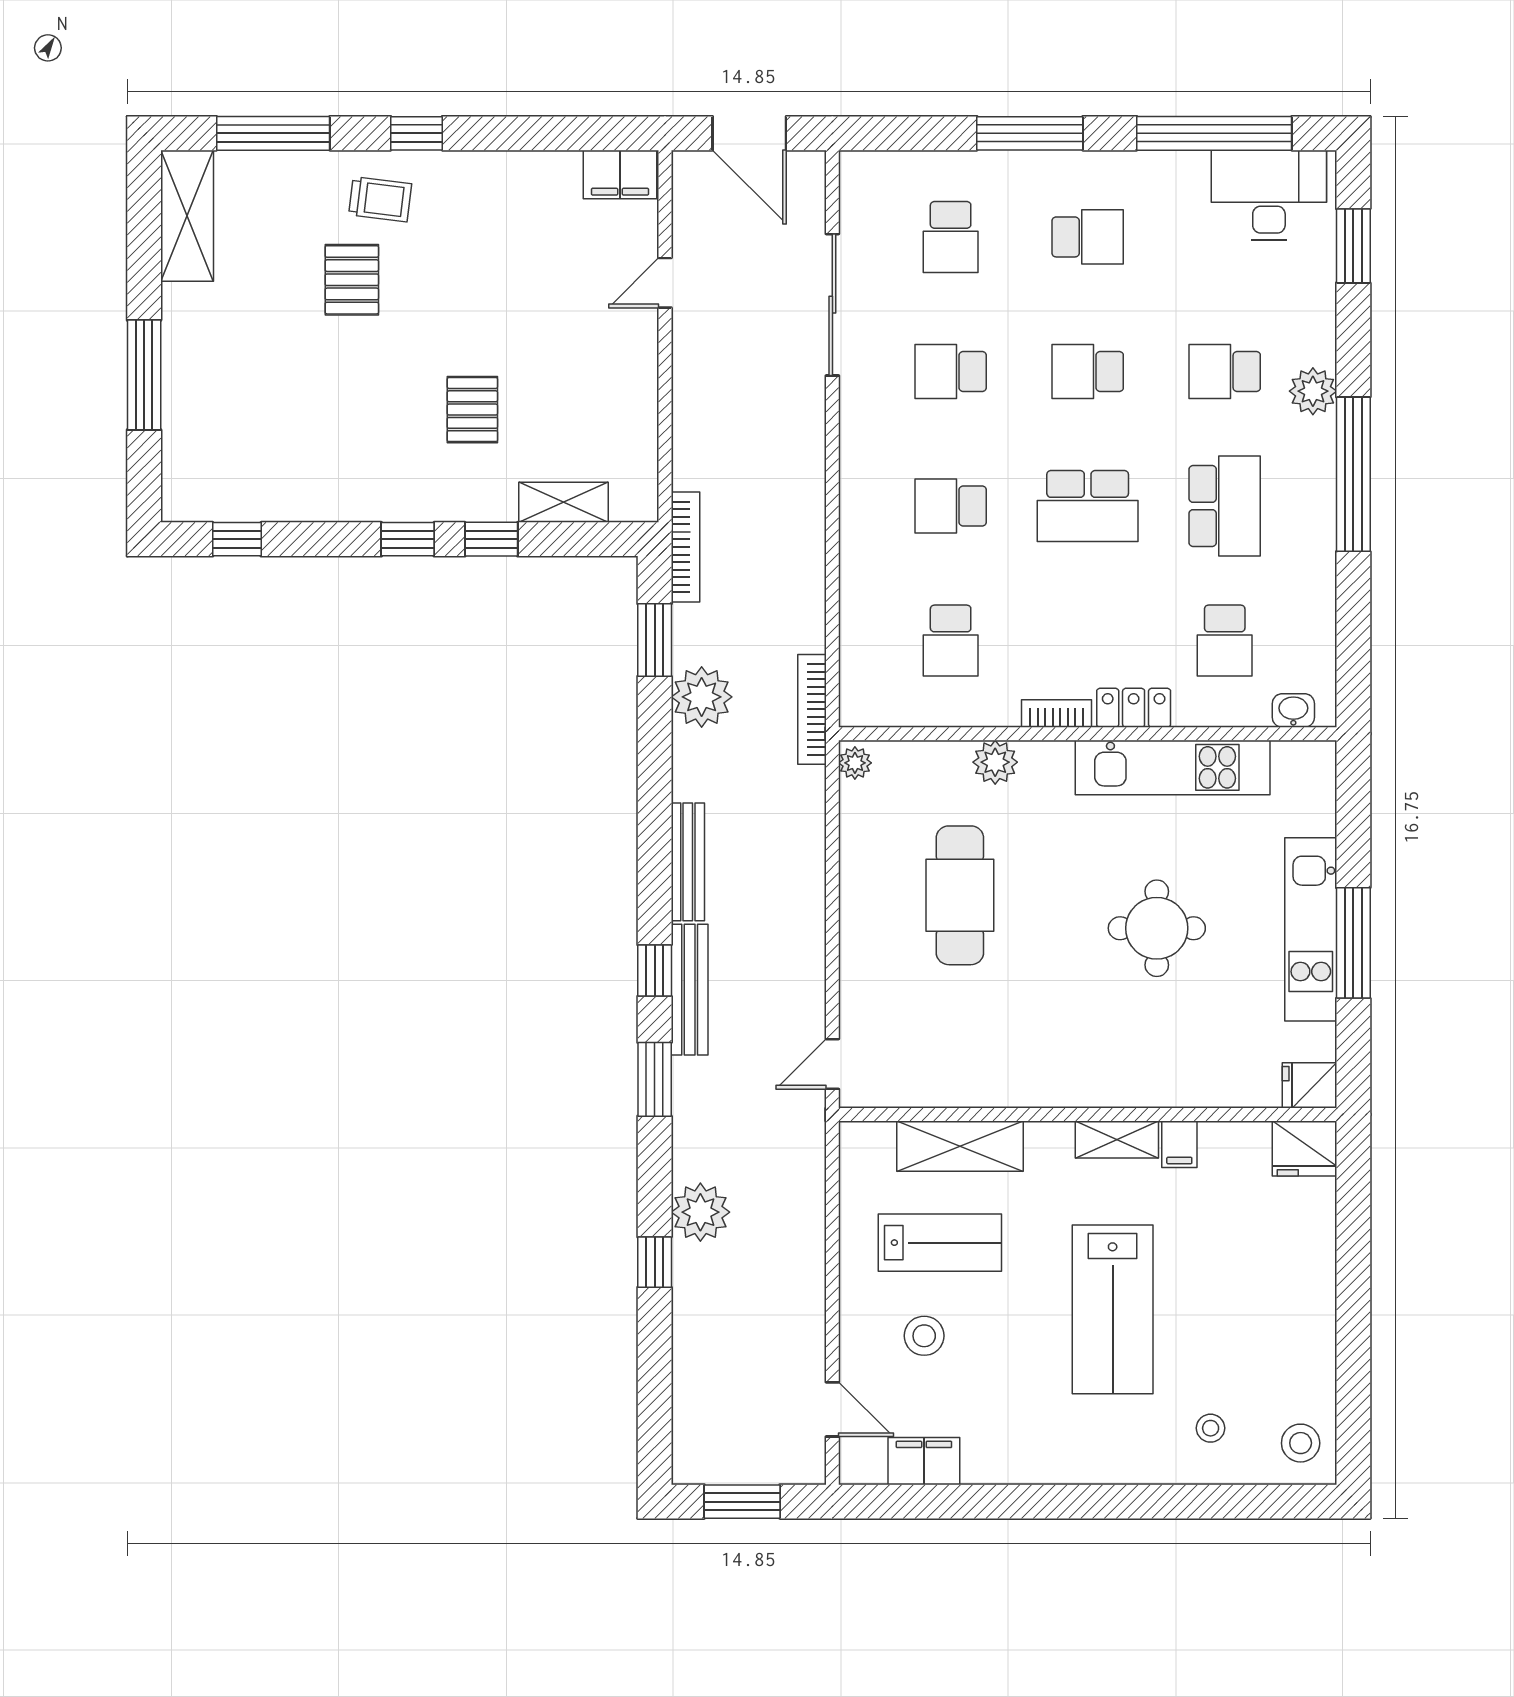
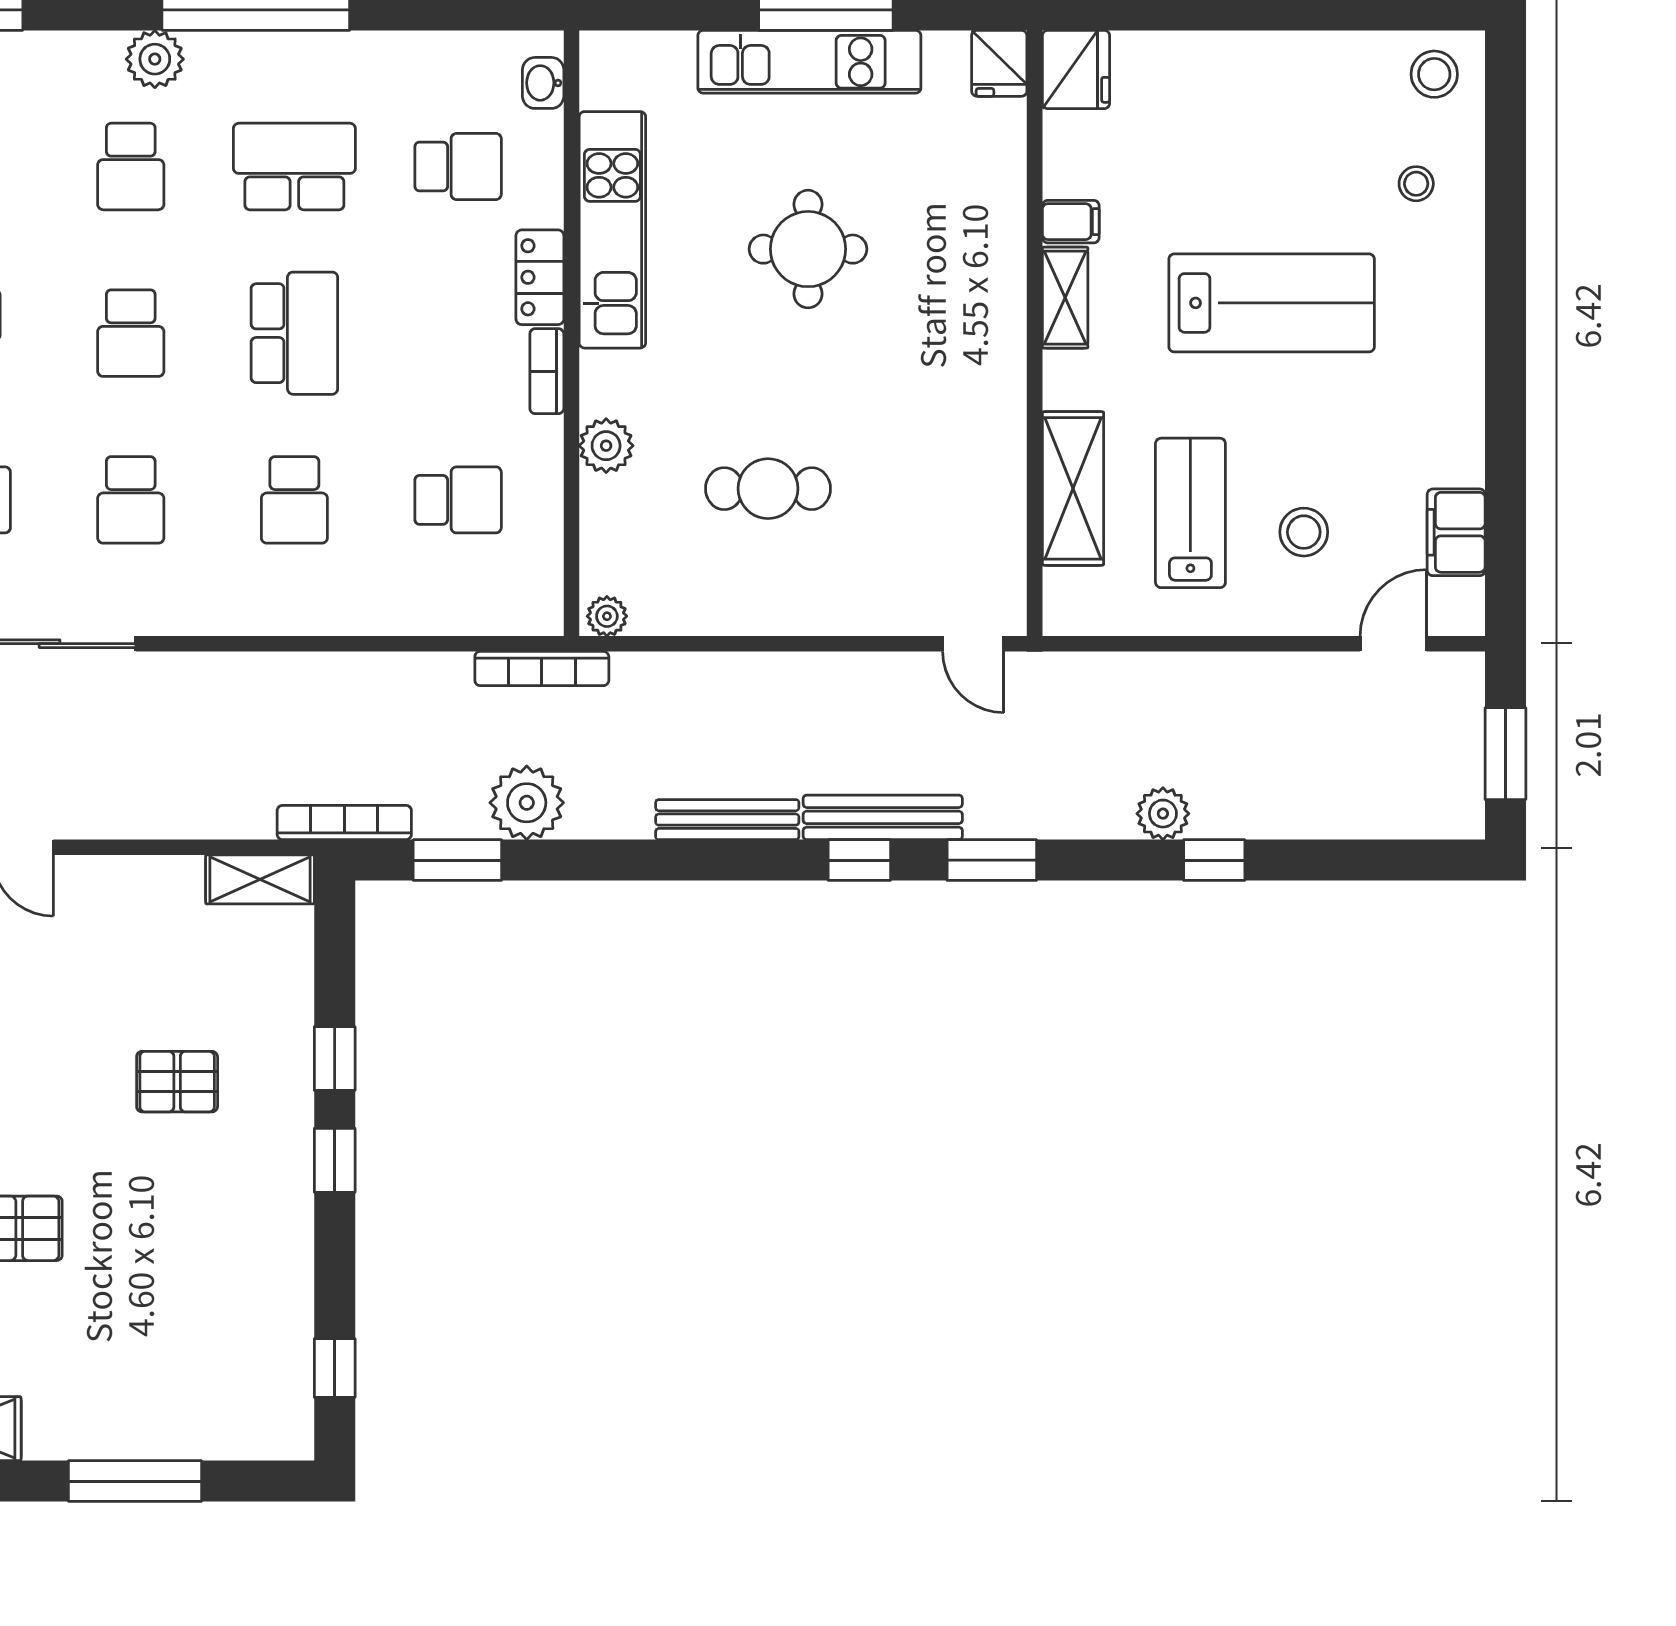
shelving: (564, 502) -> (260, 879), moved, turned 90
cafe table: (960, 895) -> (768, 489), width x0.73, depth x0.74
plant: (700, 1212) -> (1163, 814), width x0.73, depth x0.73

